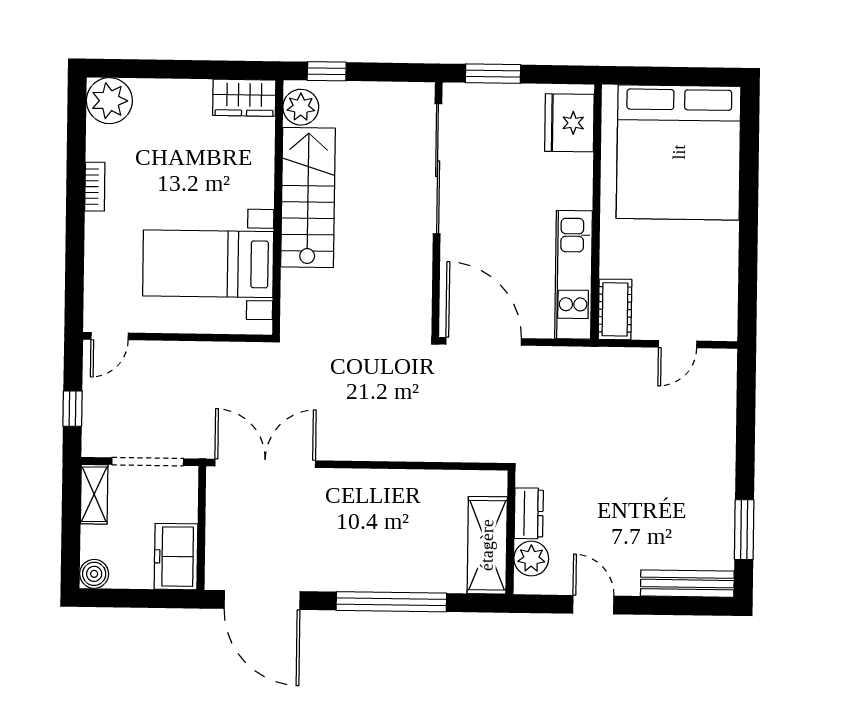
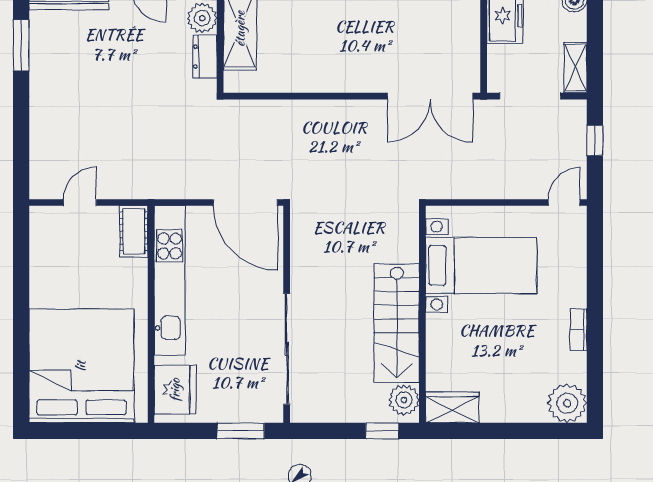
kitchen unit: (574, 275) -> (170, 280), width x1.36

